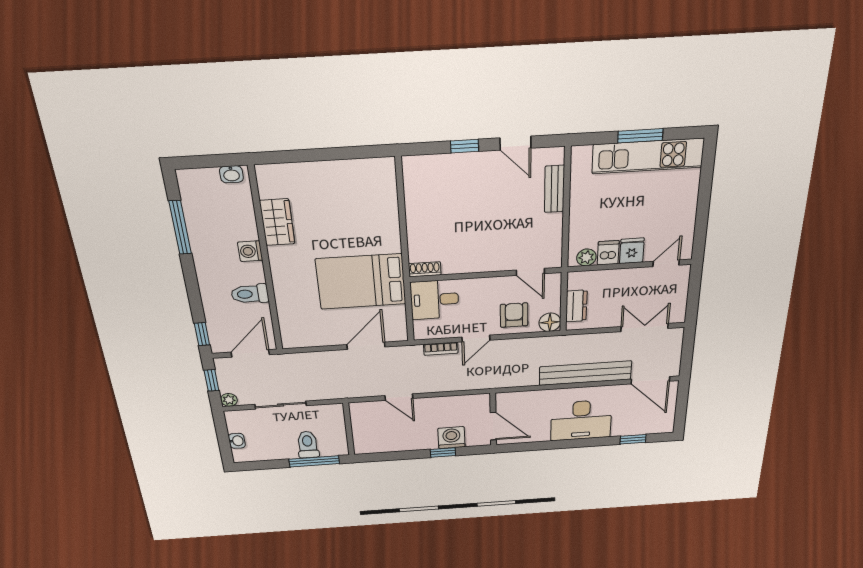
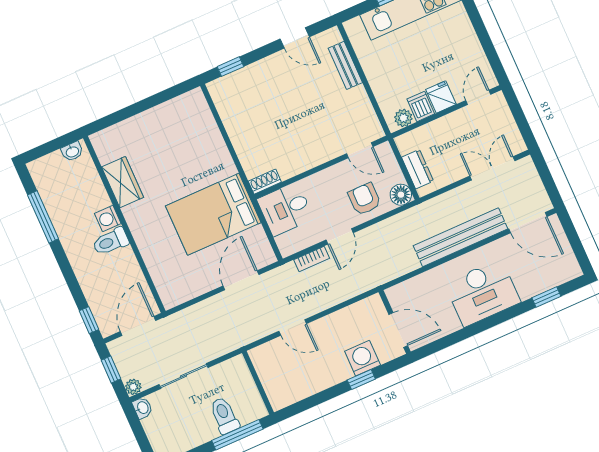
window: (465, 146) -> (230, 67), moved
toilet: (250, 294) -> (111, 242), moved
washbasin: (237, 441) -> (142, 408), moved

